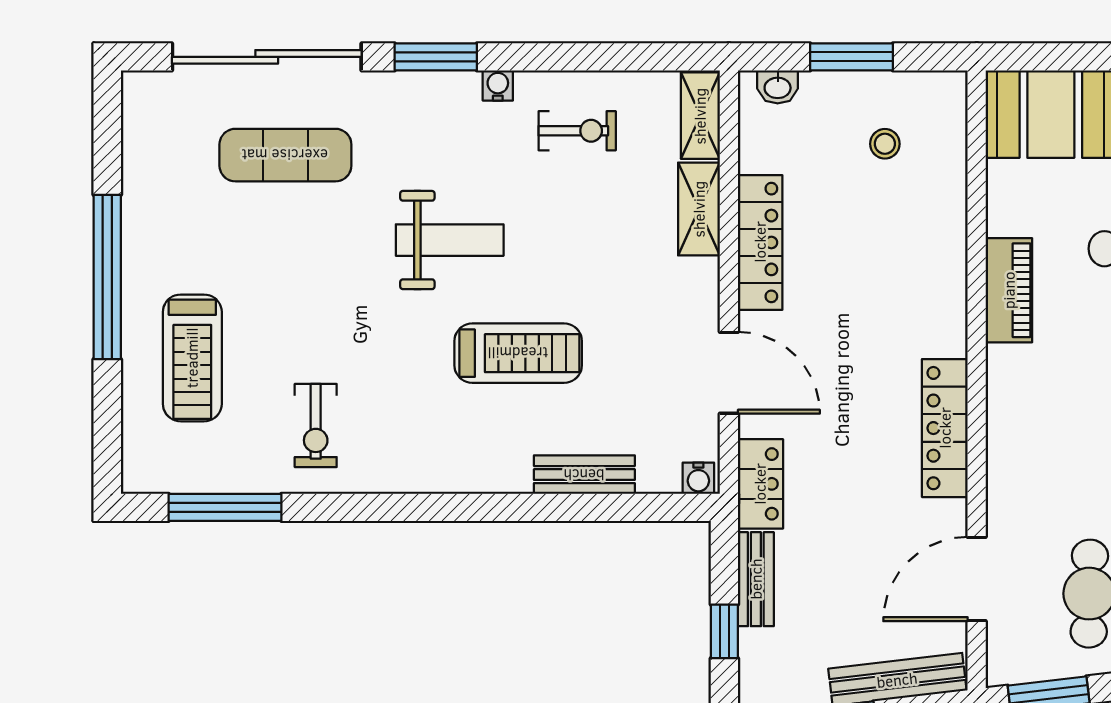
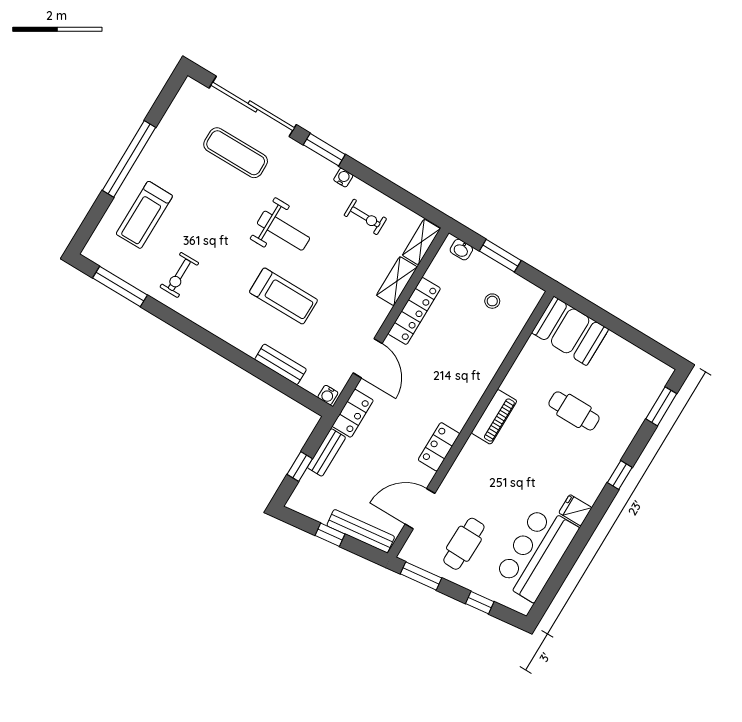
piano: (1009, 290) -> (494, 417), moved
locker: (945, 428) -> (439, 447), width x0.66

